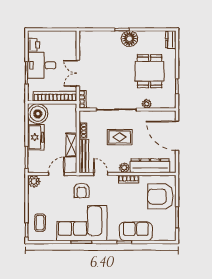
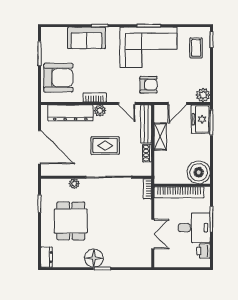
double door: (78, 73) -> (153, 234), moved
freezer: (36, 137) -> (201, 119), moved
armchair: (82, 190) -> (148, 85), turned 90

